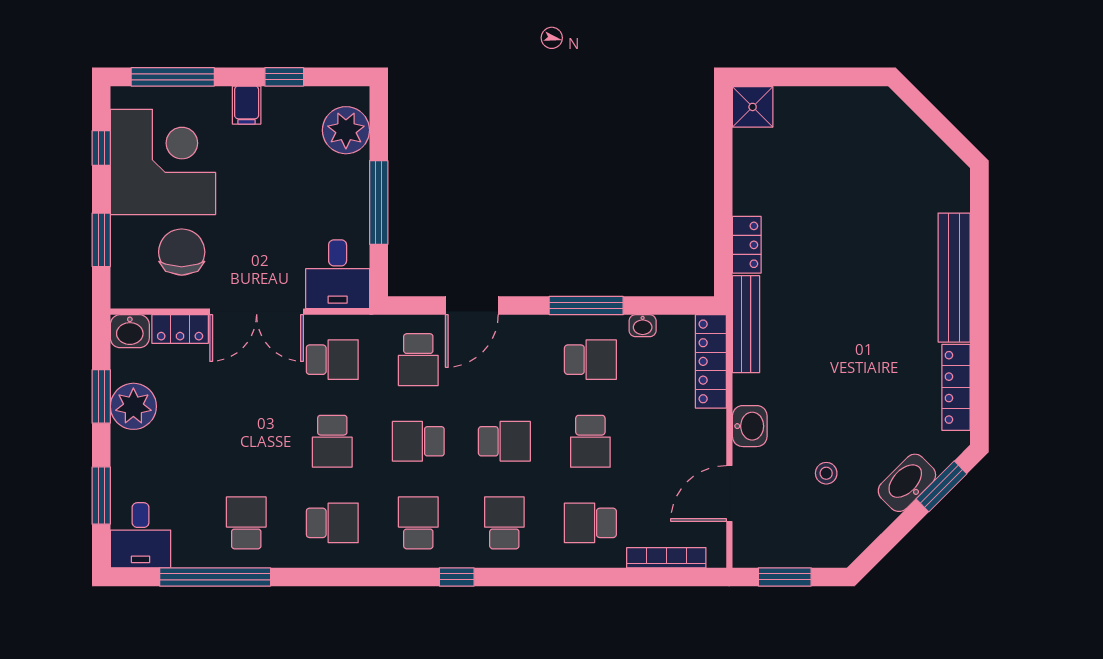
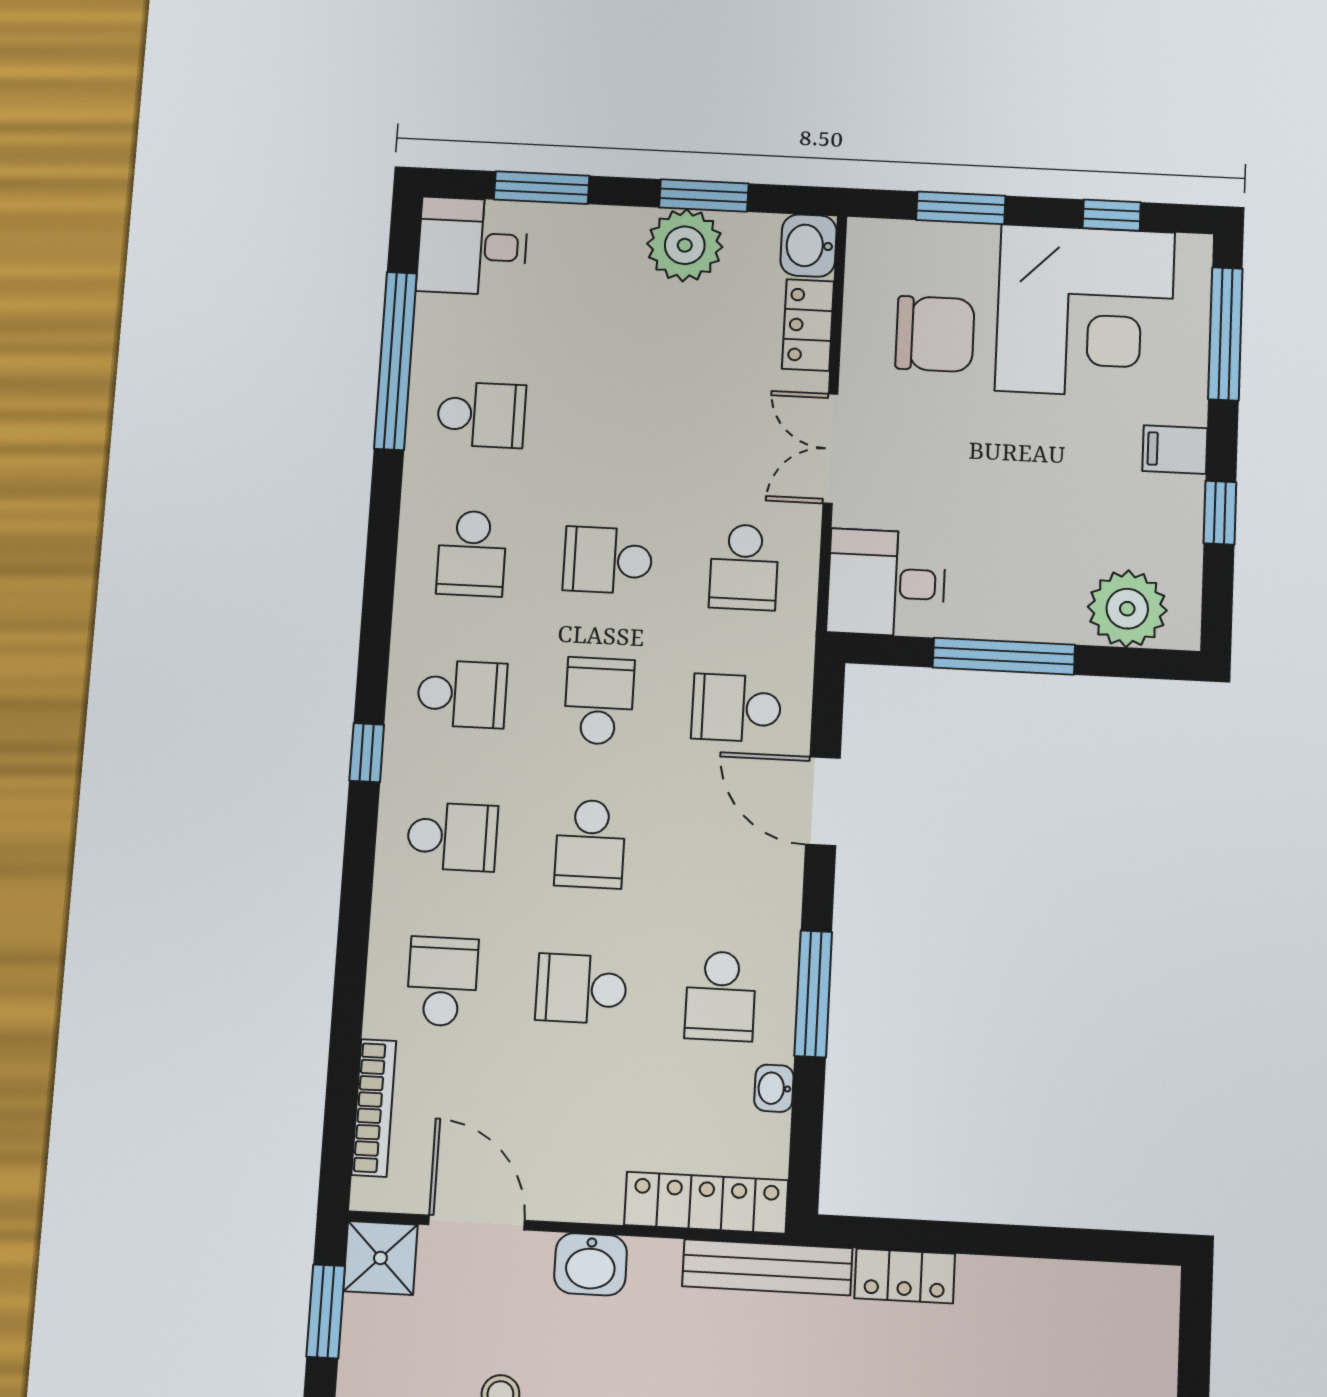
shower: (753, 107) -> (380, 1258), moved
double door: (257, 312) -> (830, 449), width x0.73

